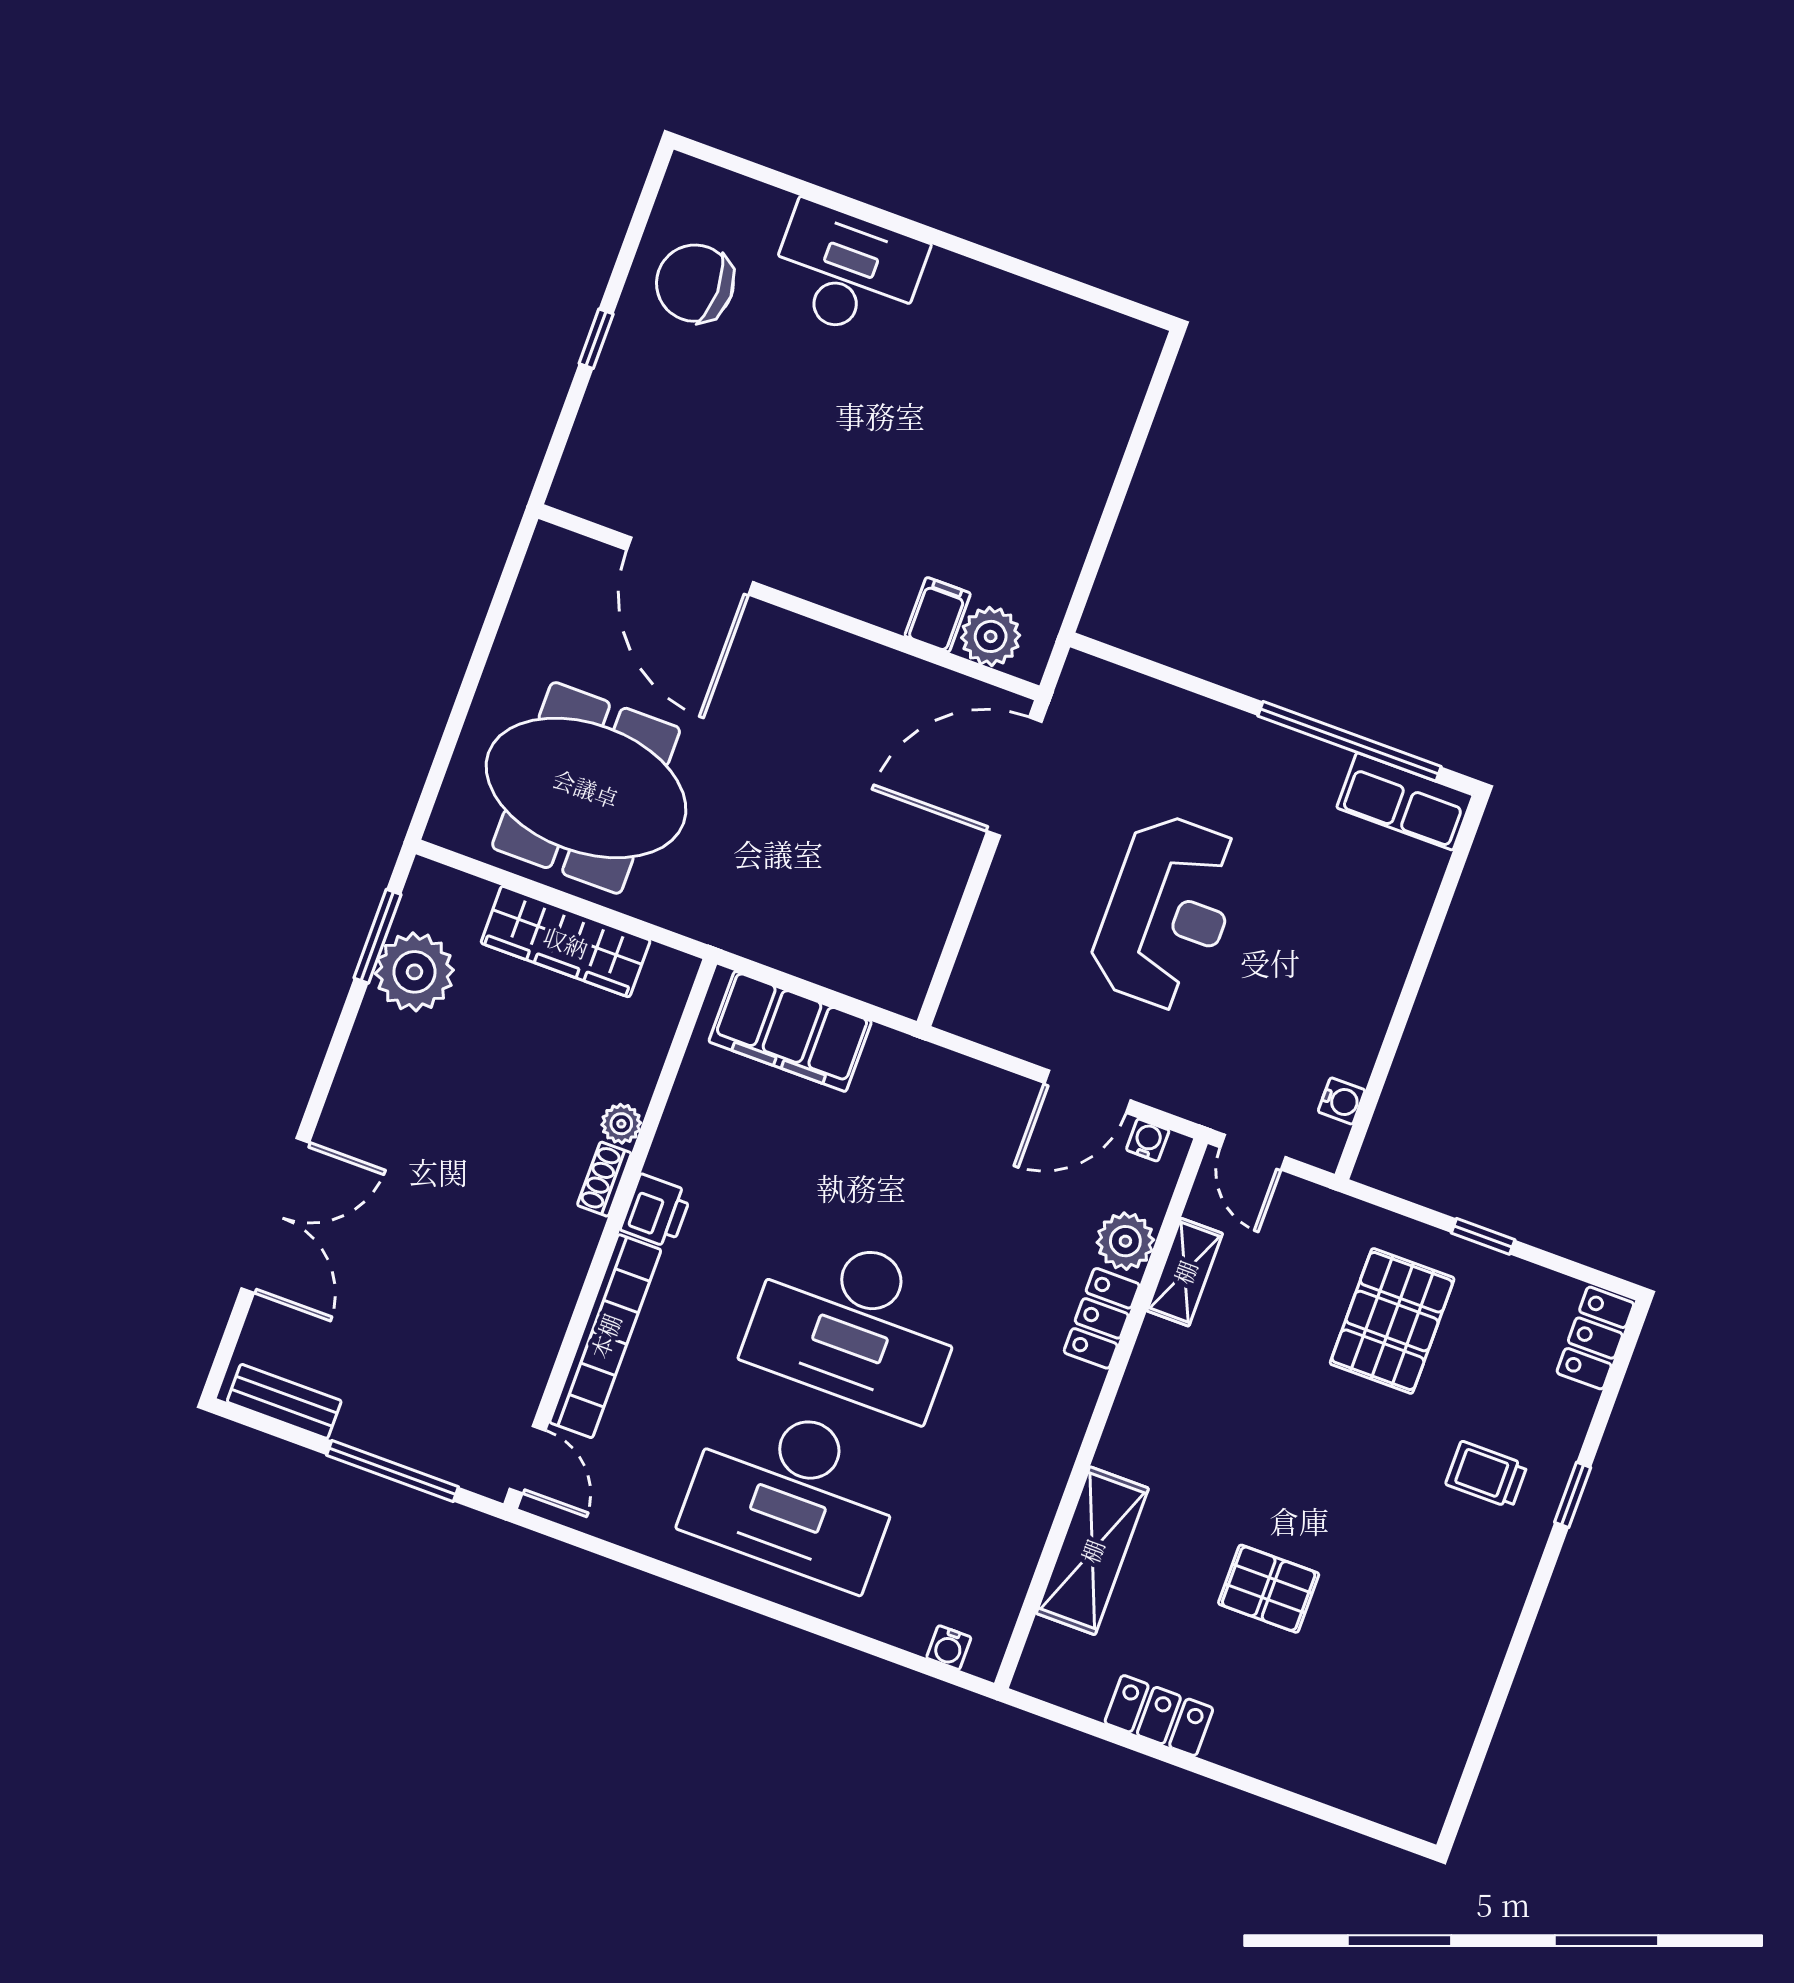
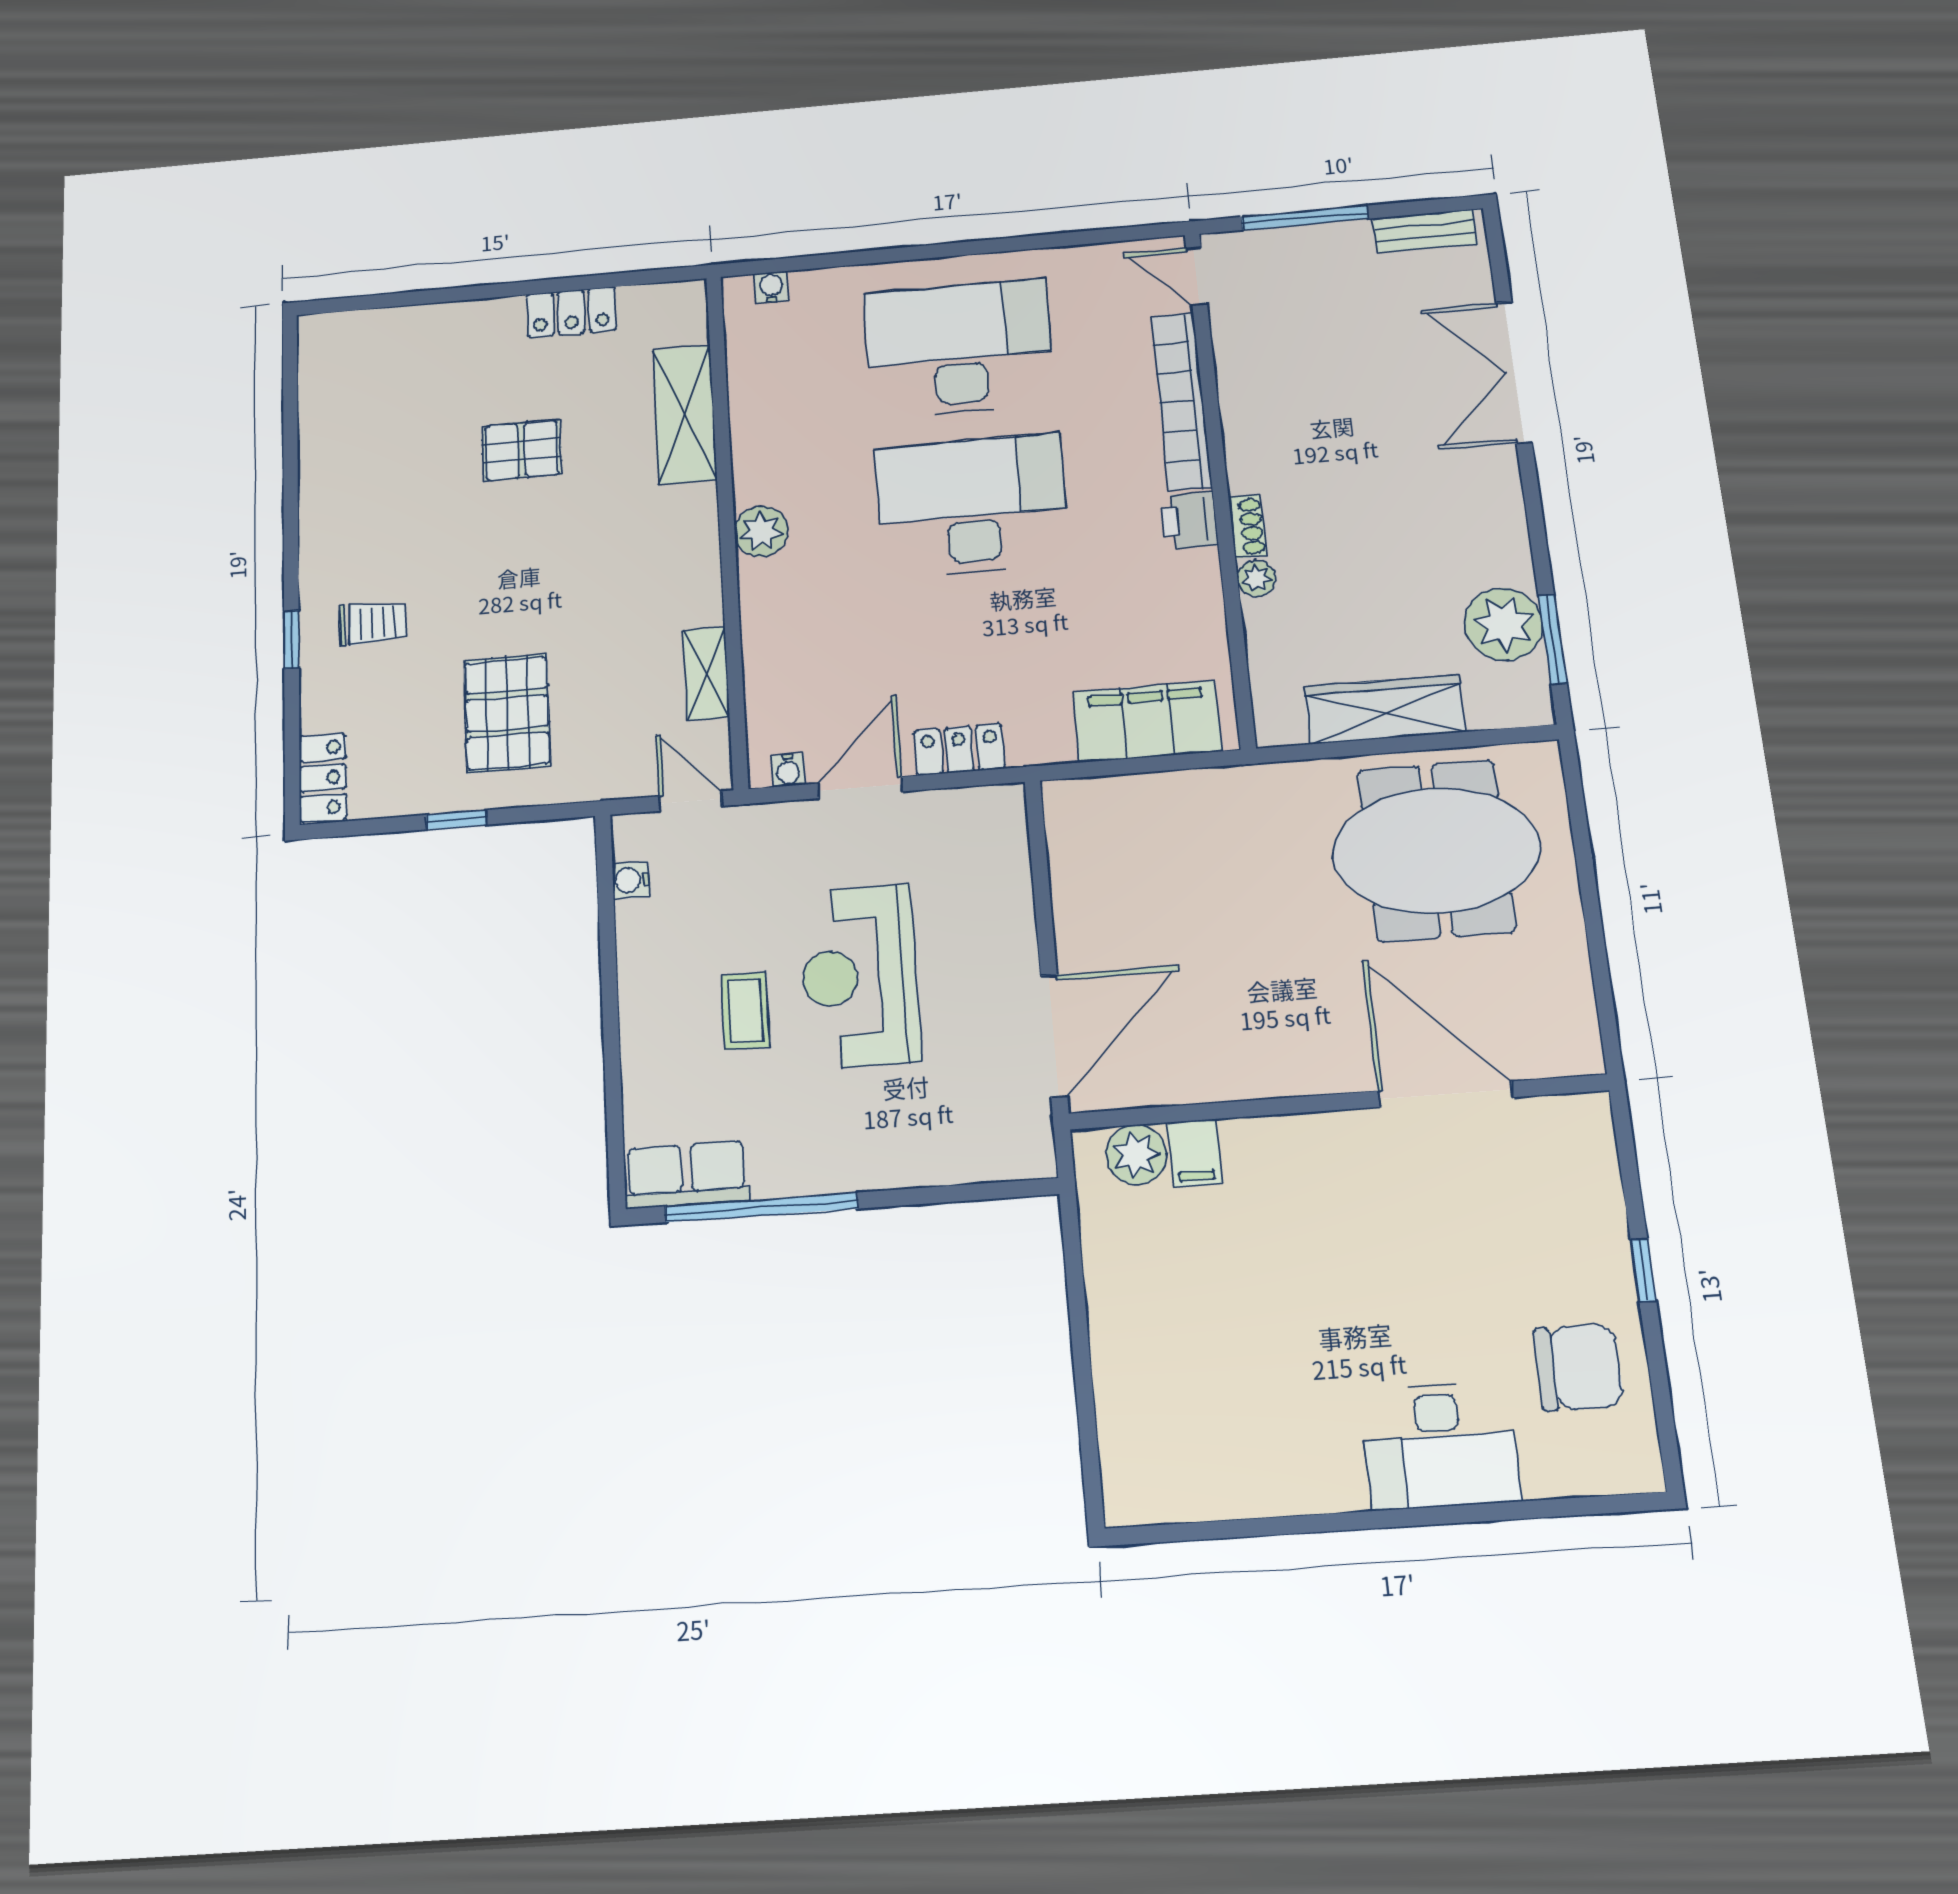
coffee table: (1287, 928) -> (745, 1011), added
plant: (1125, 1241) -> (761, 531), moved
locker: (1102, 1318) -> (959, 749), moved, turned -90

